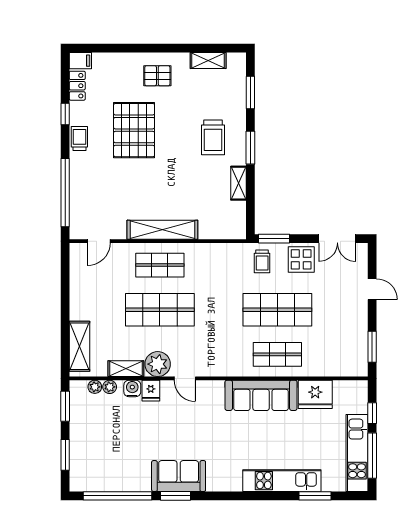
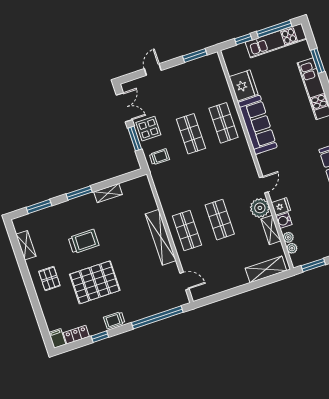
trolley: (213, 137) -> (84, 241), moved
window: (274, 239) -> (135, 139), moved
shop shelf: (160, 310) -> (220, 220), width x0.70, depth x0.74
shop shelf: (277, 310) -> (191, 134), width x0.70, depth x0.74

